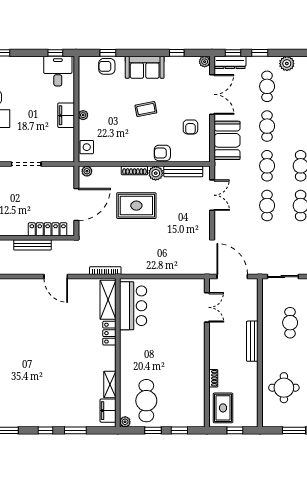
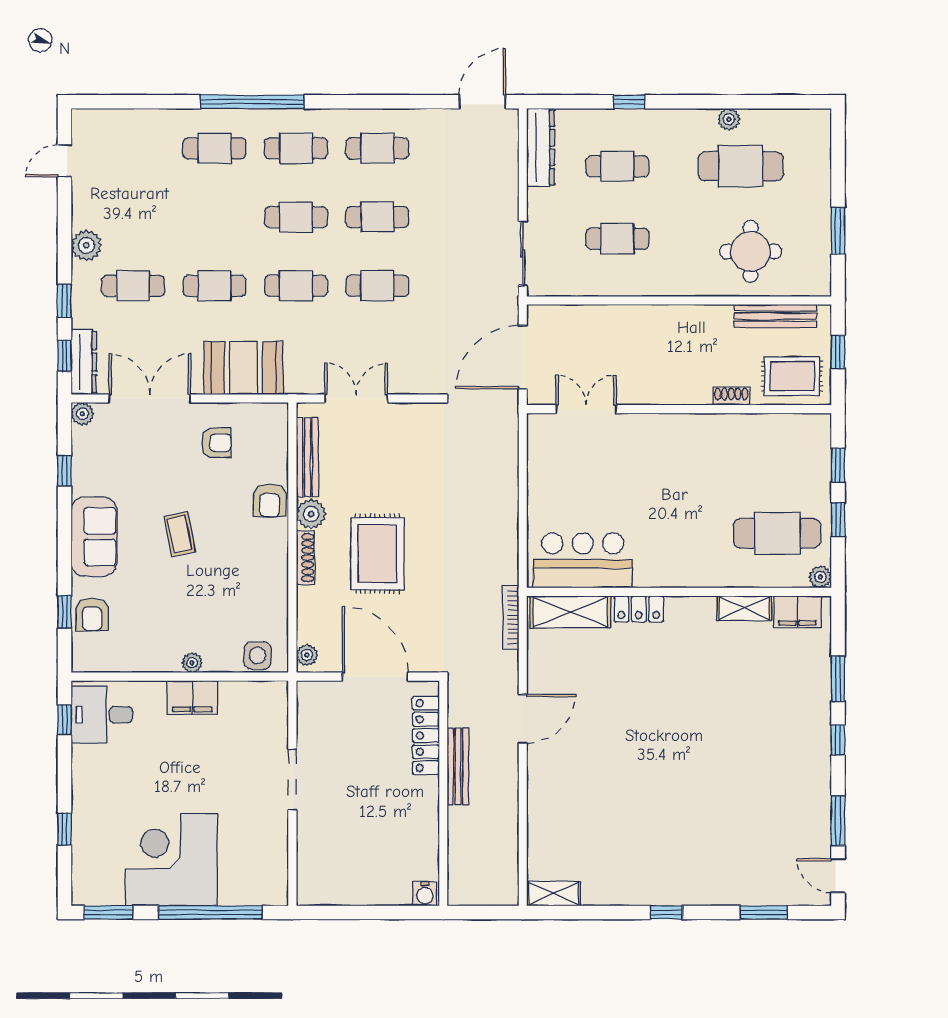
bench: (252, 341) -> (775, 316), moved

